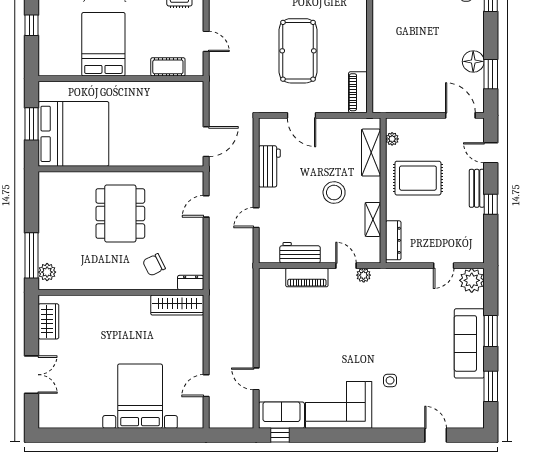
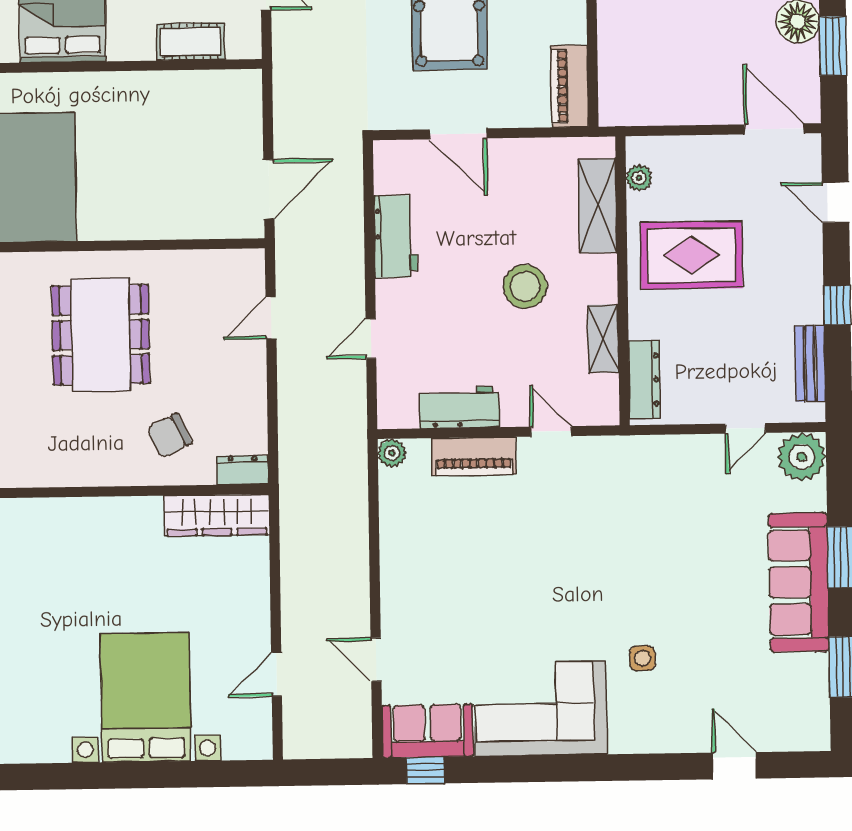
bench: (477, 188) -> (810, 364), moved
plant: (364, 275) -> (392, 453), moved

